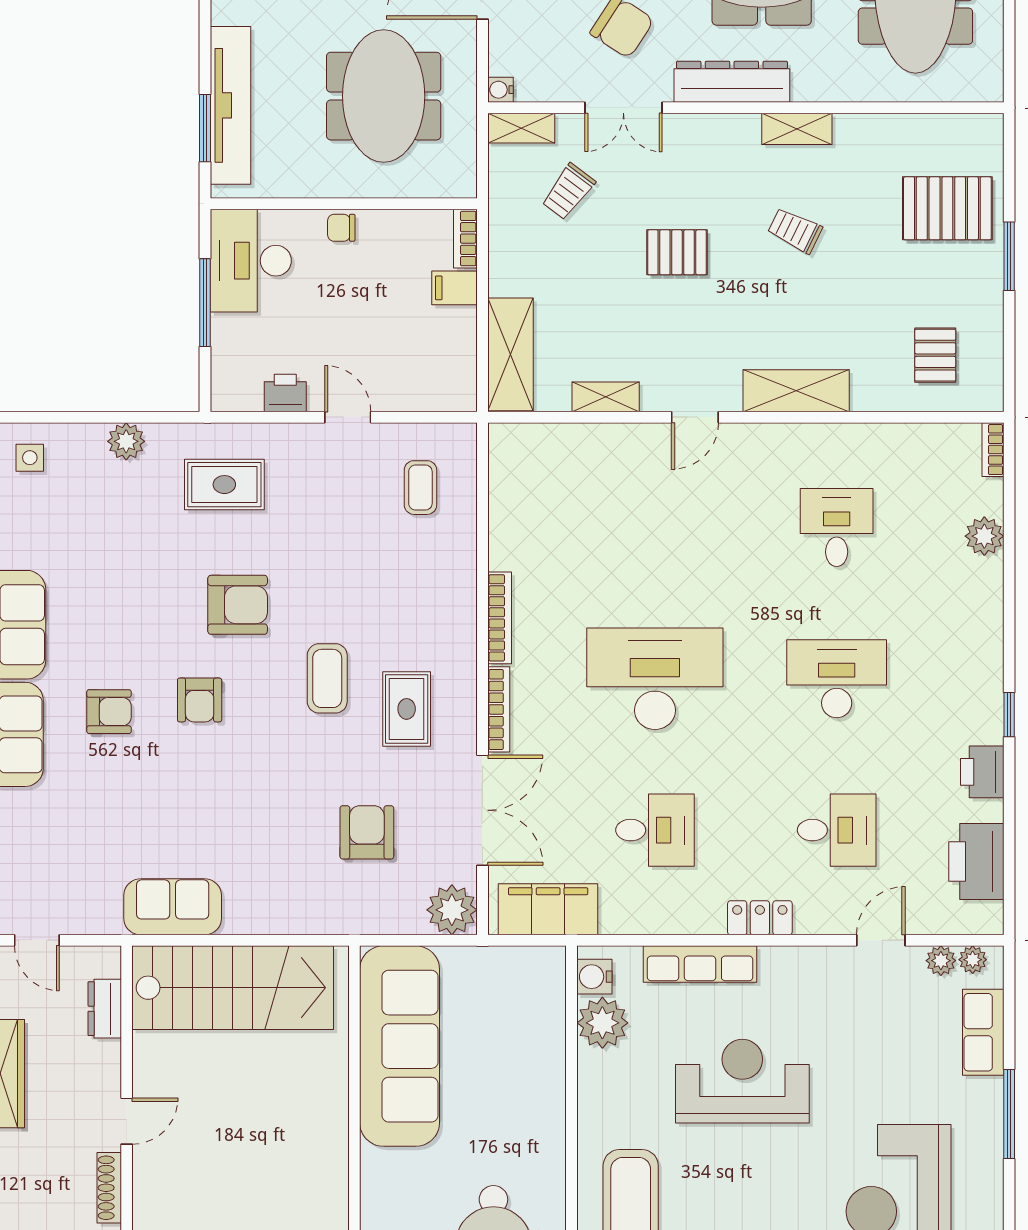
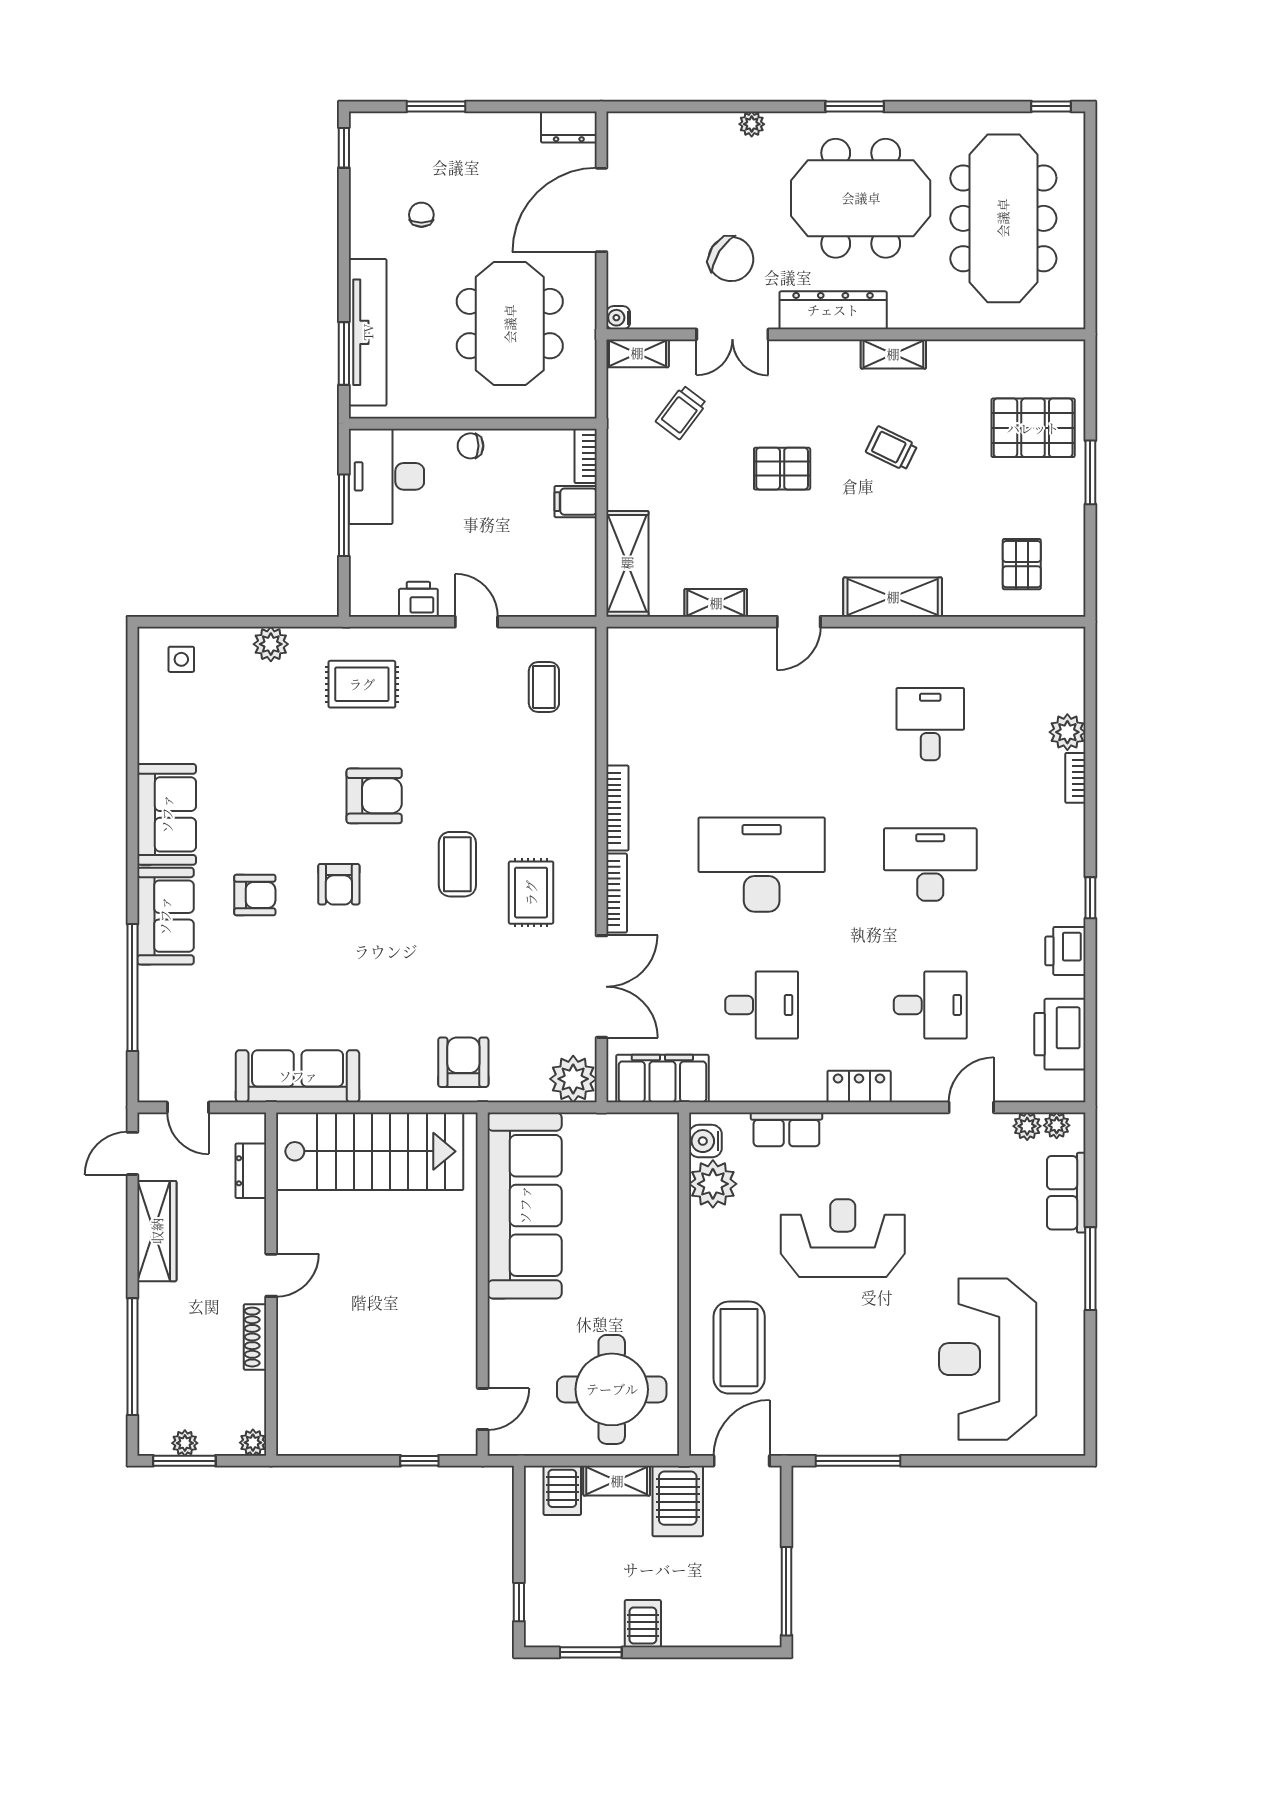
bookcase: (993, 450) -> (1075, 778), moved
armchair: (367, 832) -> (463, 1062), moved
sofa: (173, 907) -> (298, 1076), width x1.36
row of seats: (700, 964) -> (786, 1129), width x0.68

